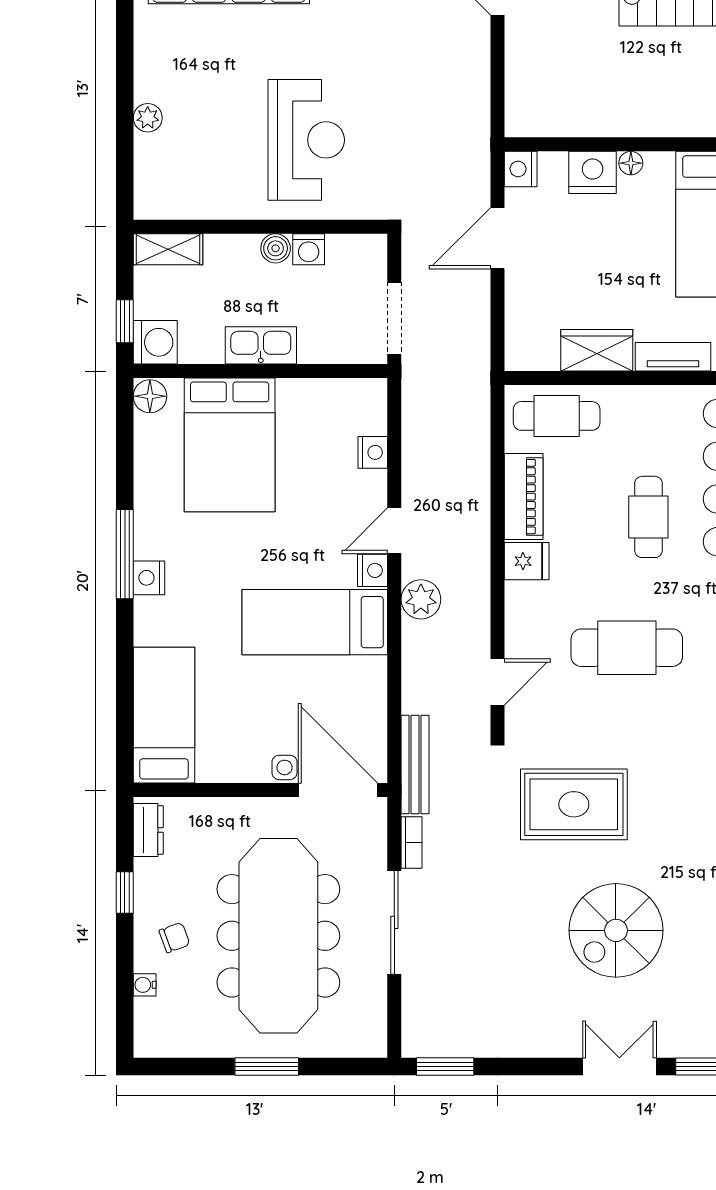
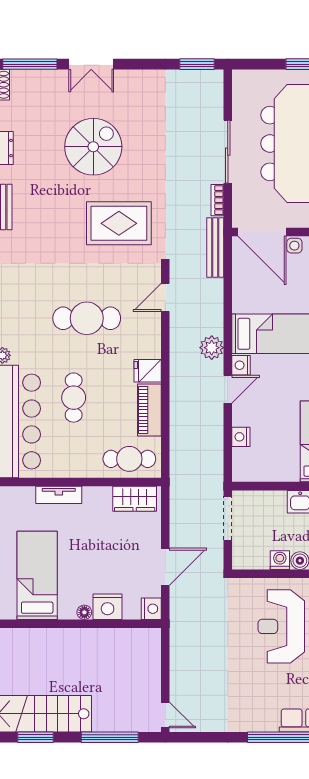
wardrobe: (597, 350) -> (135, 499), moved

